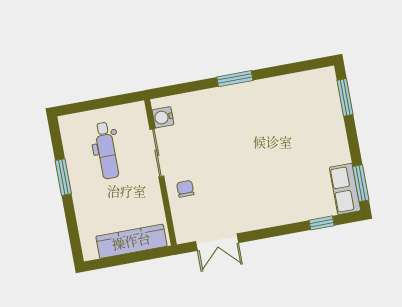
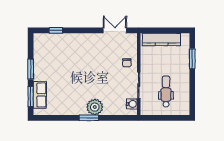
plant: (228, 100) -> (95, 107), added
window: (63, 177) -> (192, 59), moved
window: (361, 183) -> (31, 69), moved
row of seats: (345, 189) -> (40, 95), moved

